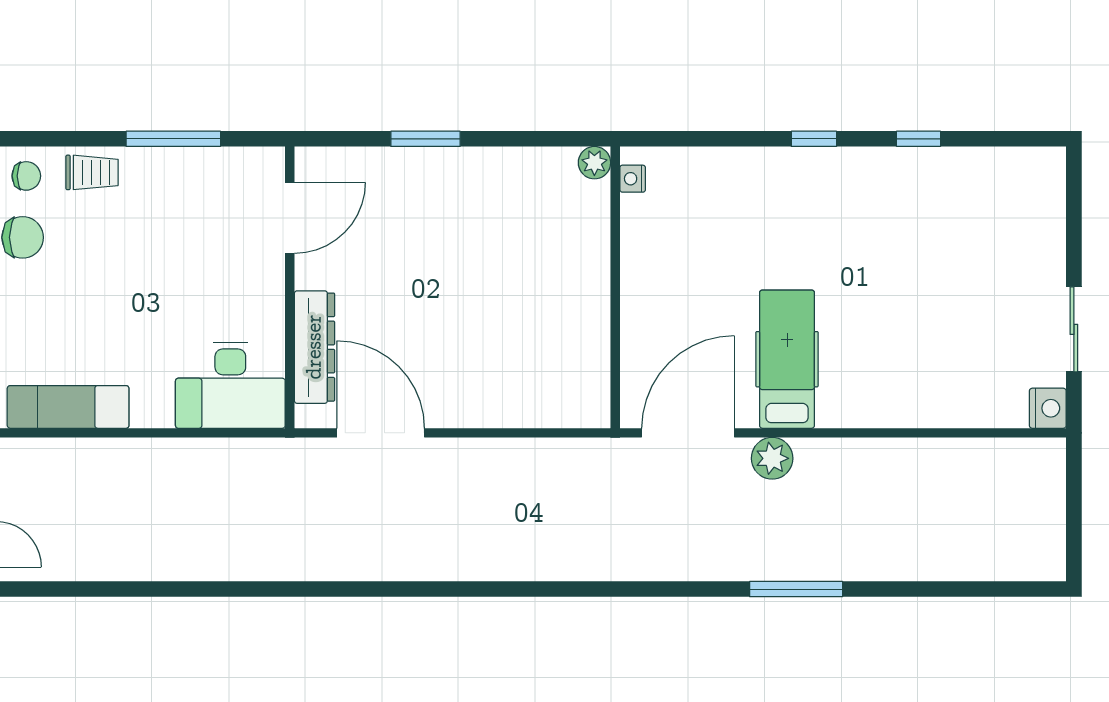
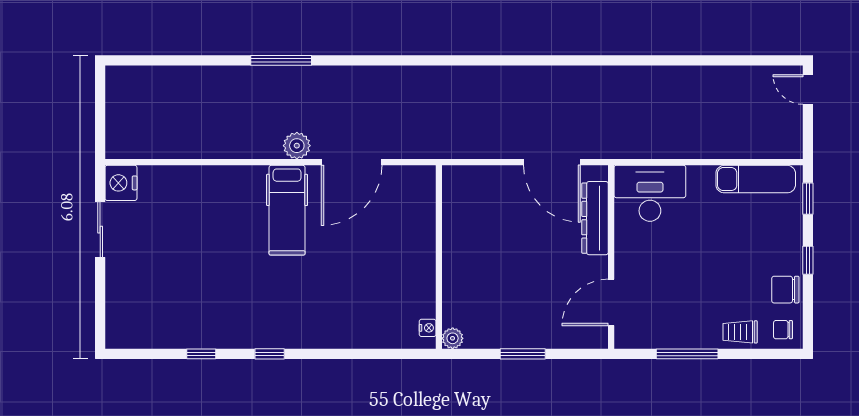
plant: (594, 163) -> (453, 338), moved
nightstand: (633, 179) -> (428, 328), moved
wall: (615, 287) -> (439, 257), moved
nightstand: (1048, 408) -> (121, 183), width x1.36, depth x1.33

